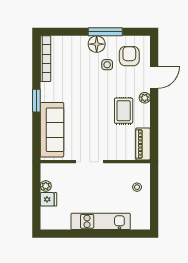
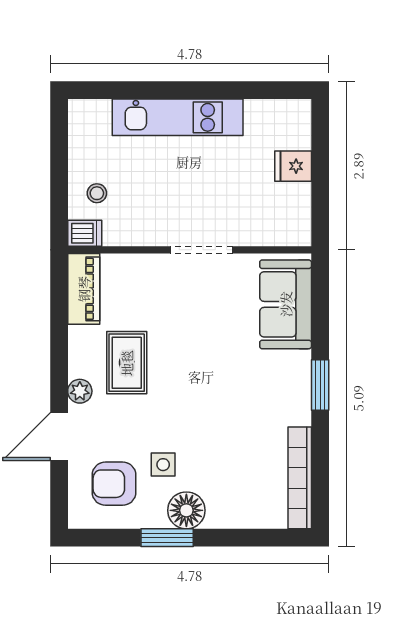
window: (105, 32) -> (167, 538), width x0.69
armchair: (129, 56) -> (114, 484), turned 90
sofa: (52, 130) -> (286, 304), width x0.73
dishwasher: (143, 169) -> (85, 233), added
plant: (46, 186) -> (299, 196), removed

